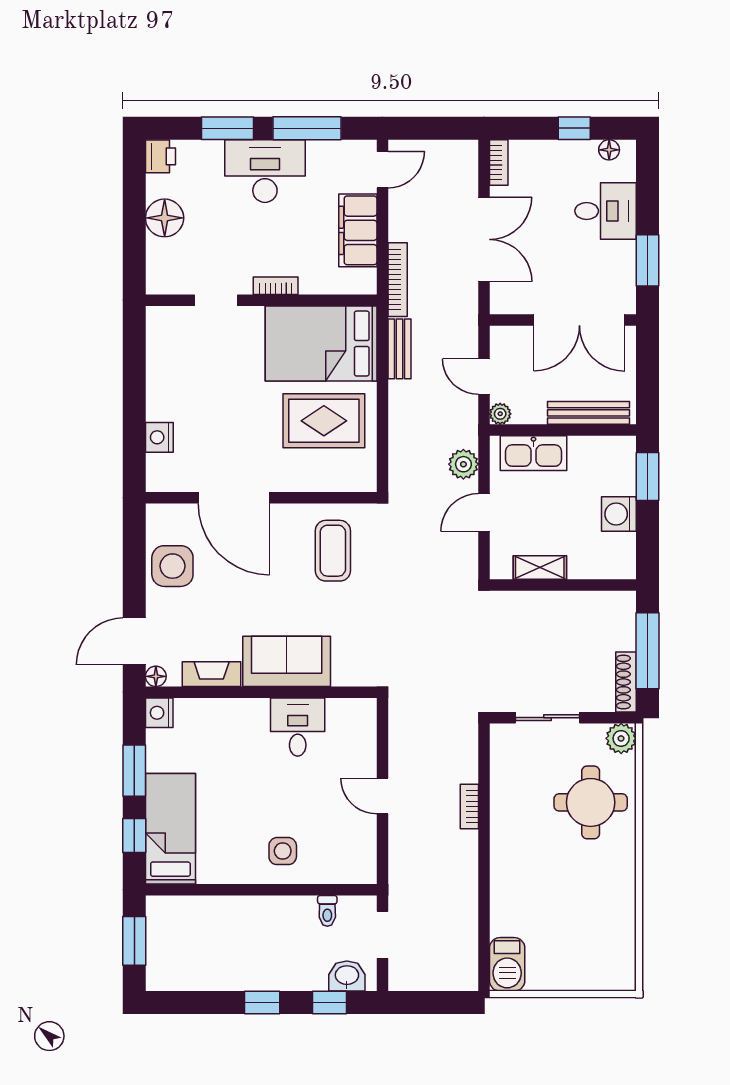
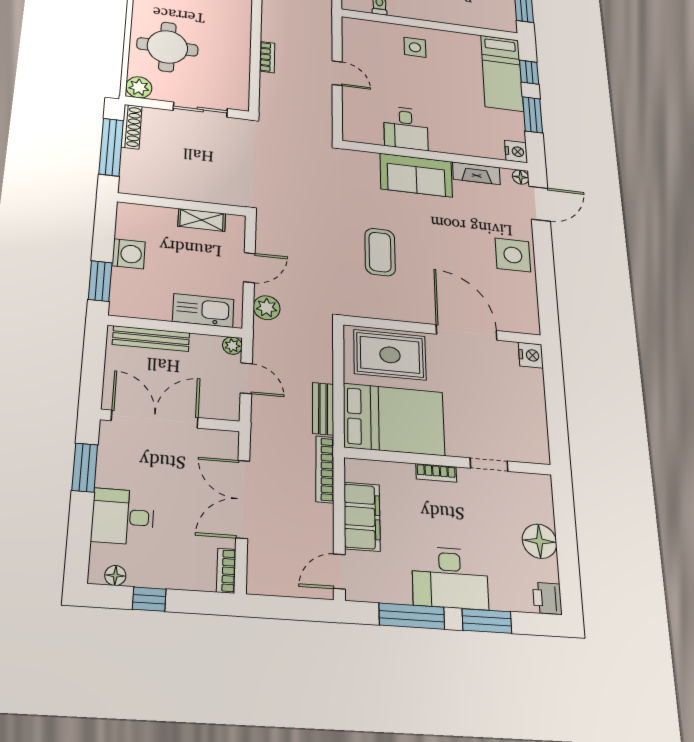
door: (234, 498) -> (467, 332), moved
wall: (261, 498) -> (443, 330), moved

